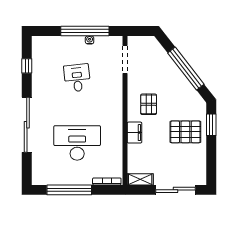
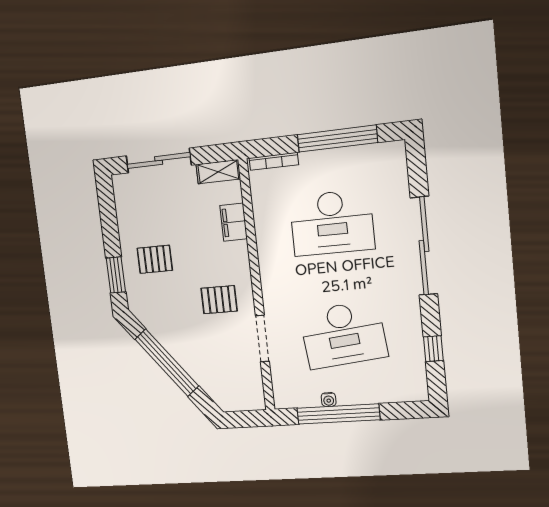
doorway: (125, 59) -> (262, 338), moved
desk: (77, 78) -> (343, 334), width x1.87, depth x1.30
pallet: (149, 104) -> (219, 300), turned 90
pallet: (185, 132) -> (155, 259), width x0.67, depth x0.71
filing cabinet: (135, 133) -> (233, 222), moved

